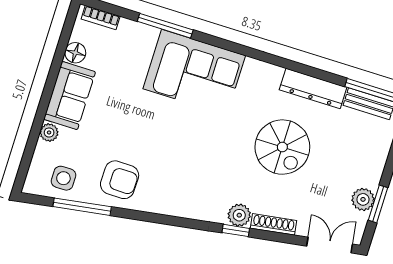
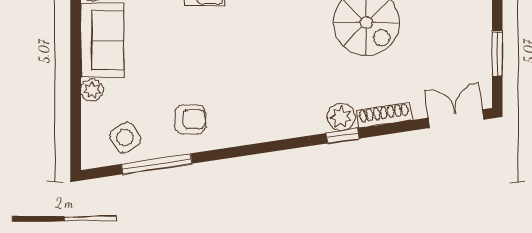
side table: (63, 178) -> (125, 138), turned -32
armchair: (120, 180) -> (190, 119), width x0.72, depth x0.72
plant: (363, 199) -> (478, 54), removed

